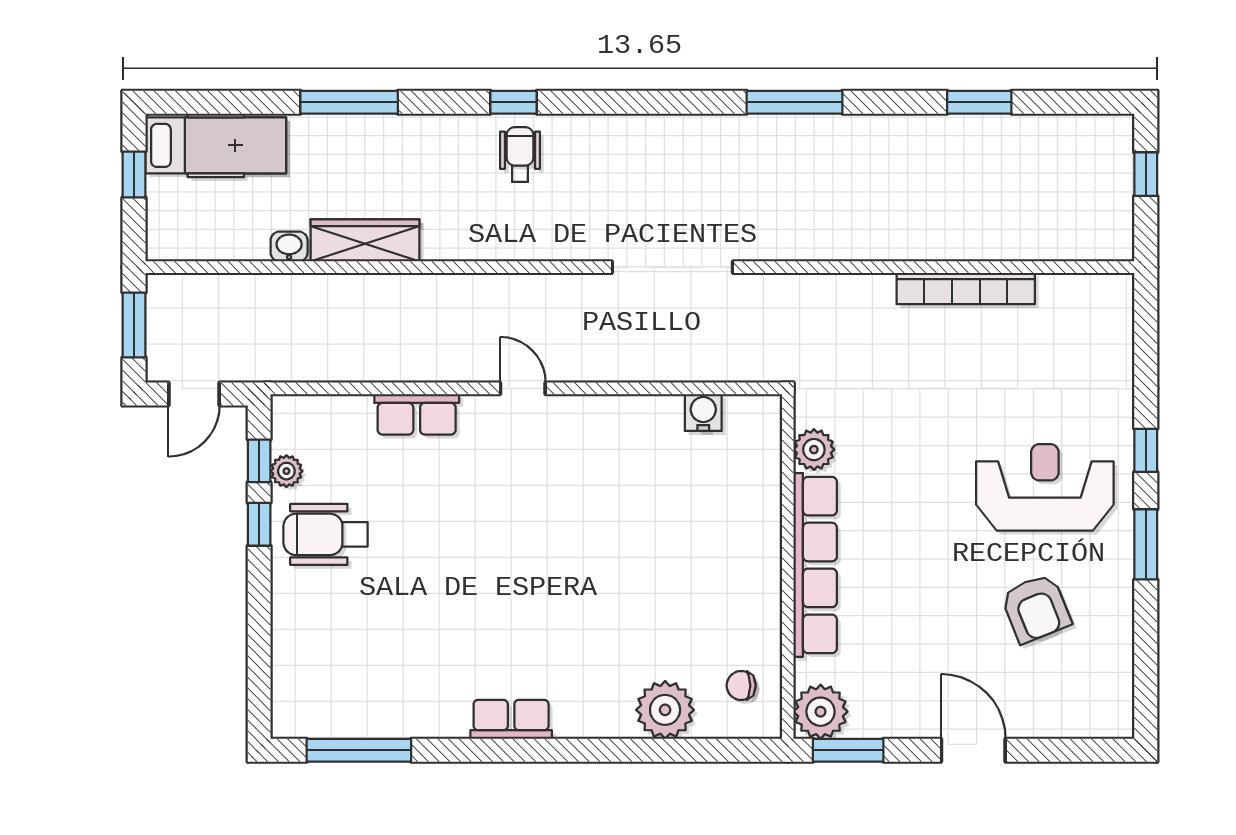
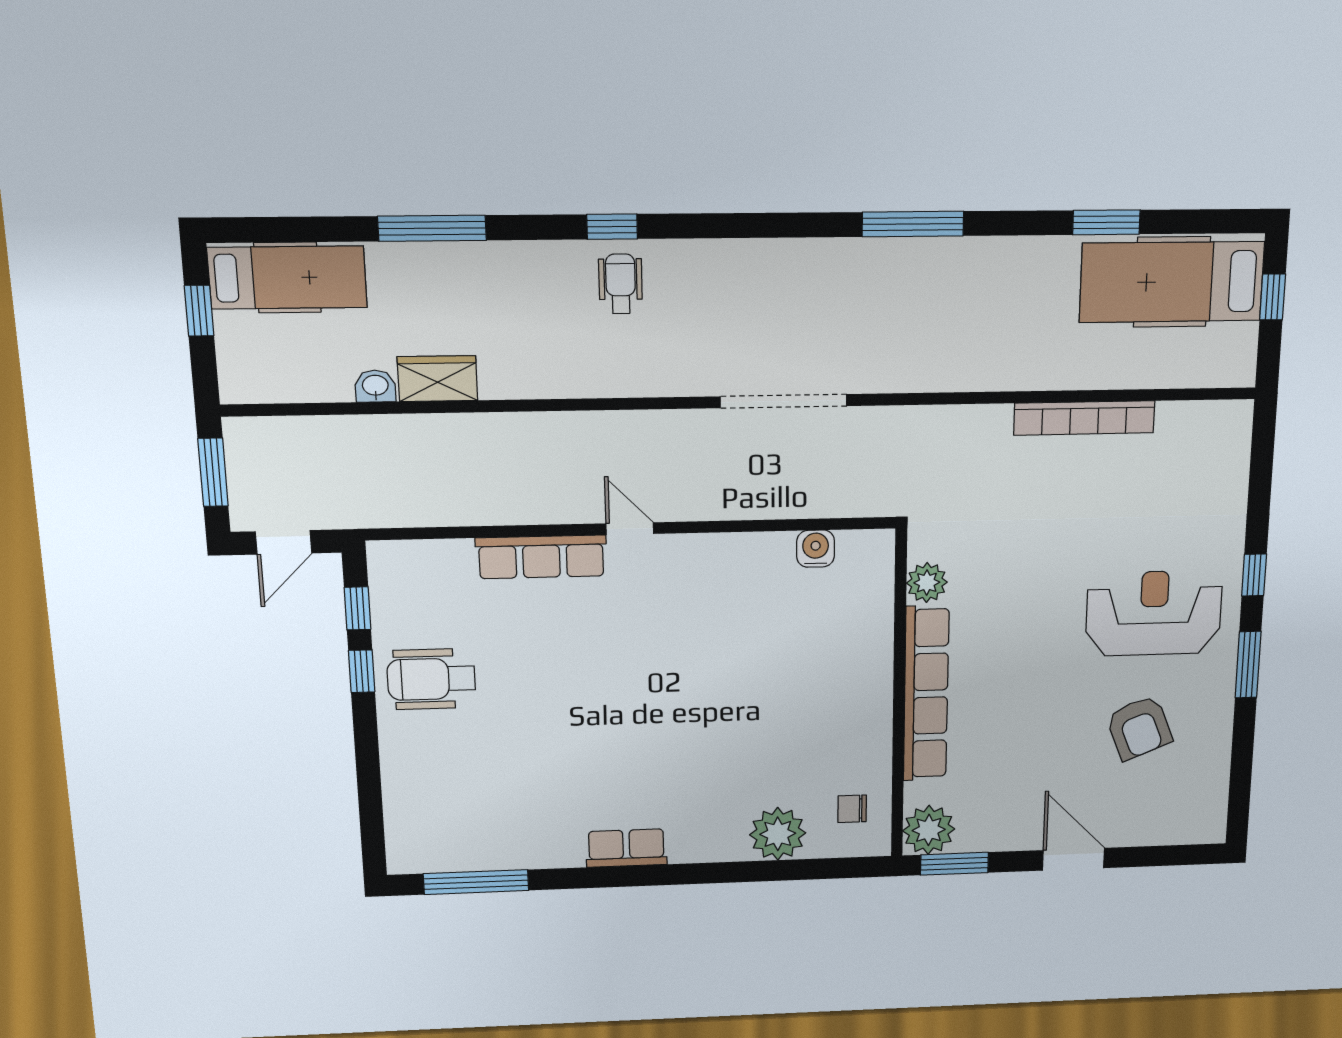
hospital bed: (1046, 159) -> (1172, 282), added
wardrobe: (365, 240) -> (438, 379), width x0.67
row of seats: (417, 414) -> (541, 557), width x1.48
plant: (286, 471) -> (387, 618), removed

